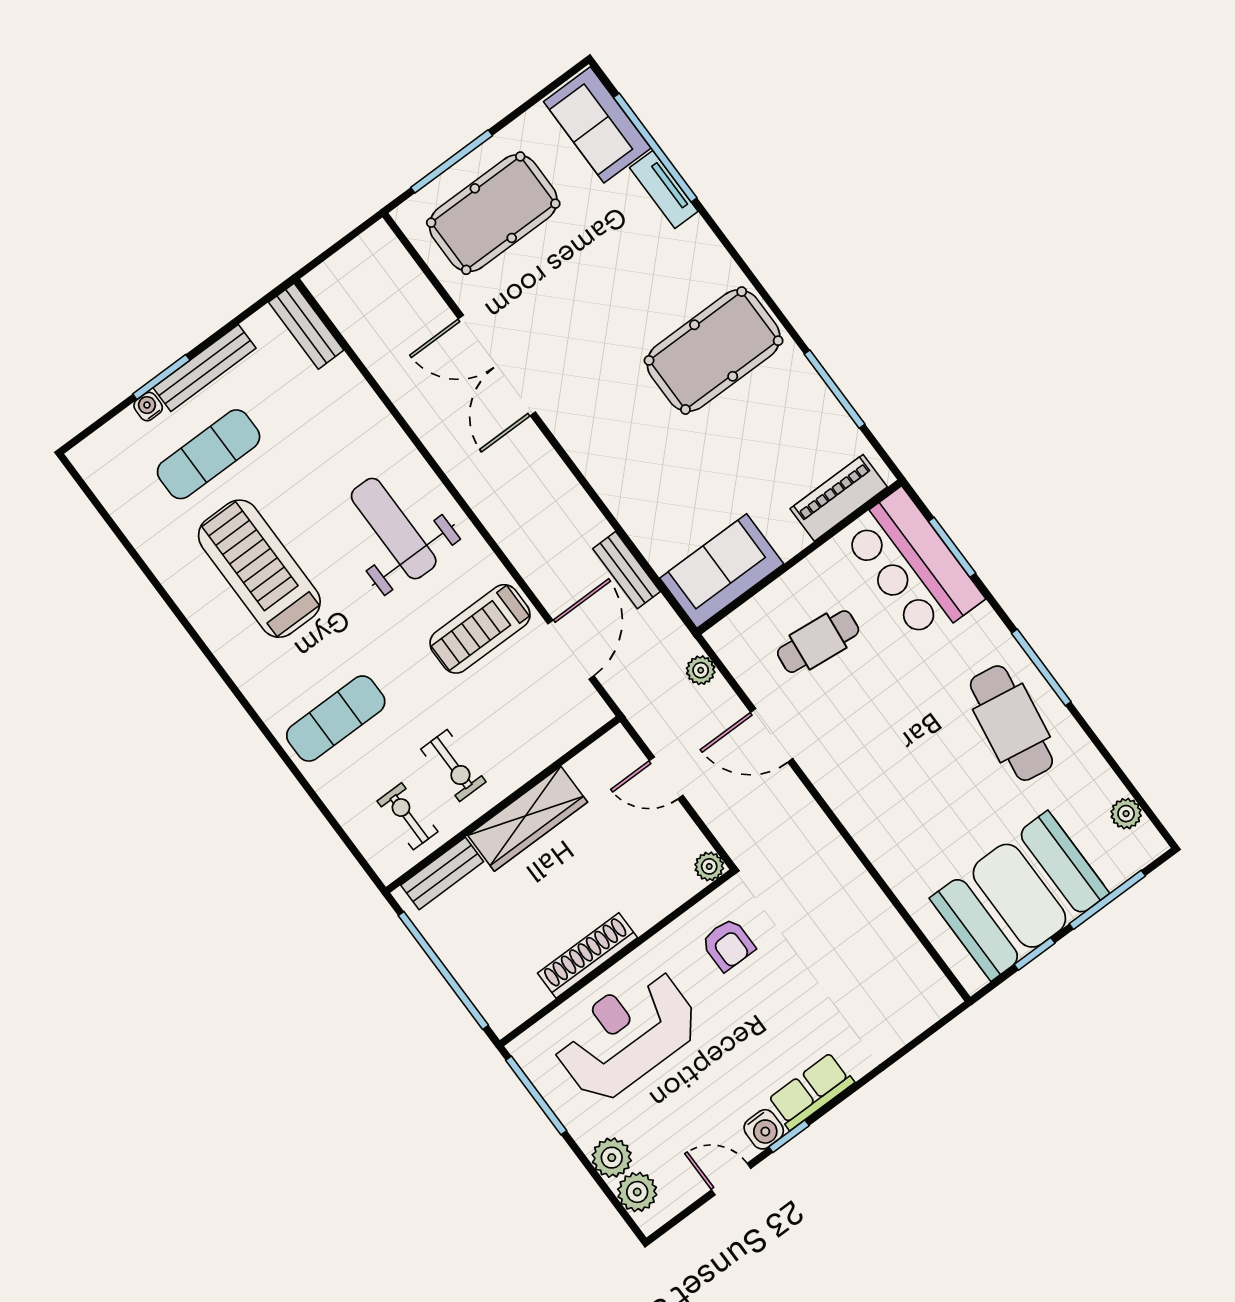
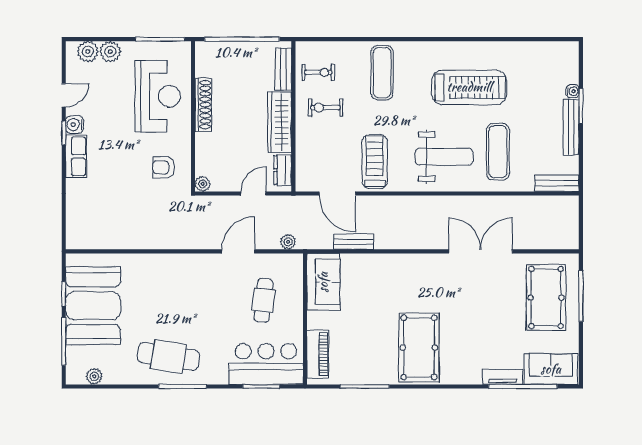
exercise mat: (209, 454) -> (498, 152), moved
dresser: (597, 760) -> (283, 170), added

